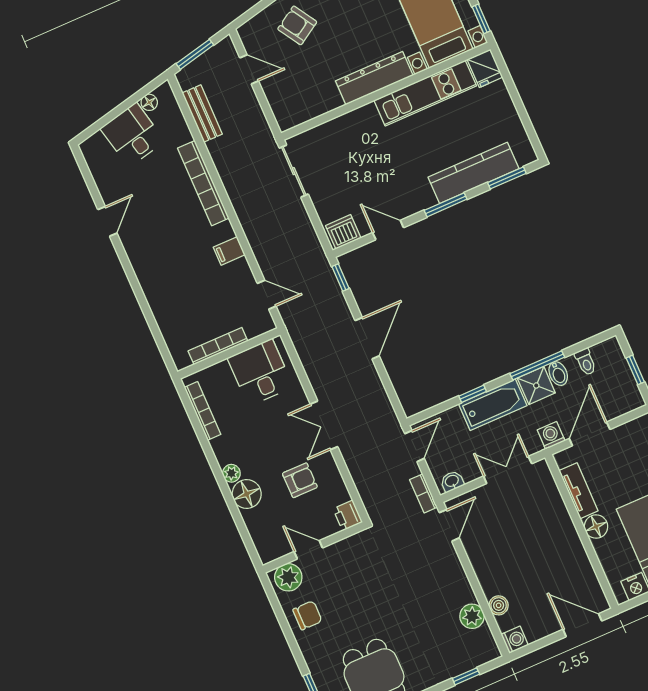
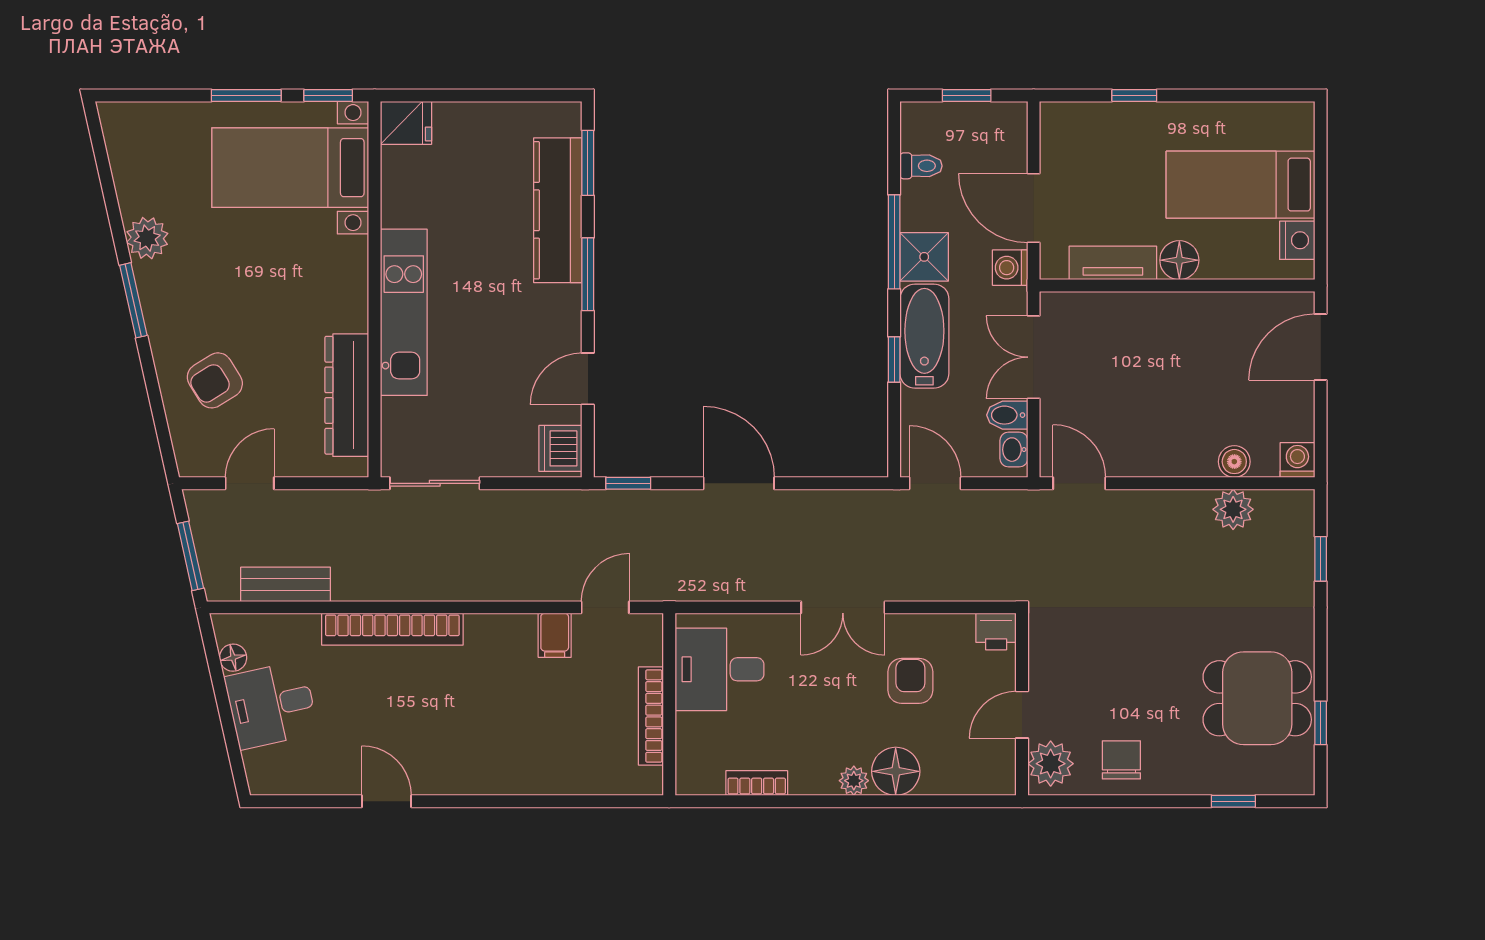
dresser: (374, 78) -> (347, 395), moved
kitchen unit: (425, 93) -> (404, 312), moved
filing cabinet: (229, 251) -> (555, 635), moved
bidet: (558, 374) -> (1007, 415), moved, turned 180
bookcase: (202, 411) -> (757, 783), width x0.64
bookcase: (423, 493) -> (1013, 501), removed

